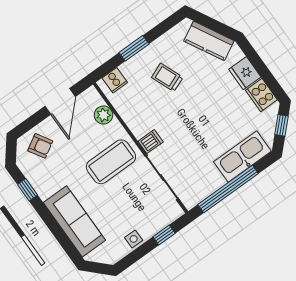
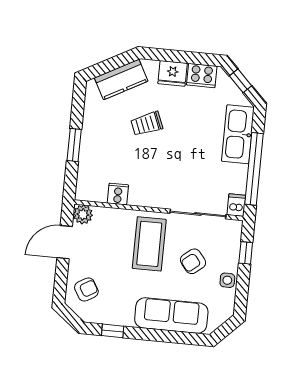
trolley: (167, 77) -> (147, 124), moved
cooker: (115, 80) -> (118, 194), moved, turned -90
door: (60, 101) -> (65, 242), swing flipped
plant: (104, 115) -> (83, 214), moved
dishwasher: (151, 142) -> (236, 205), moved
armchair: (126, 203) -> (193, 261), added

